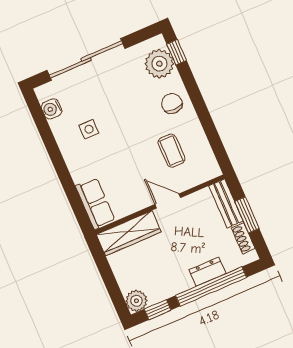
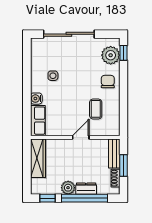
water cooler: (52, 109) -> (36, 99), moved
door: (168, 201) -> (81, 137), hinge flipped
wardrobe: (129, 233) -> (38, 158), moved, turned -90
plant: (136, 301) -> (68, 188), moved

